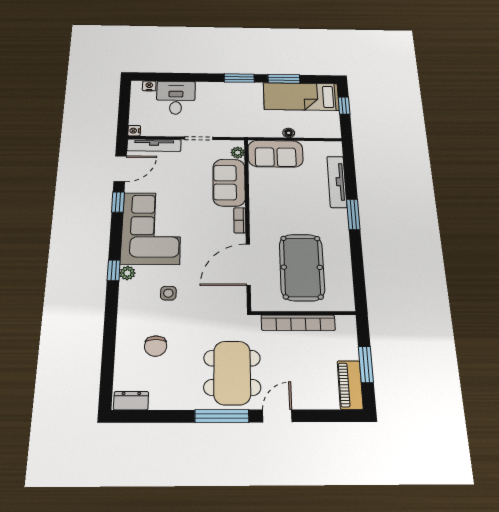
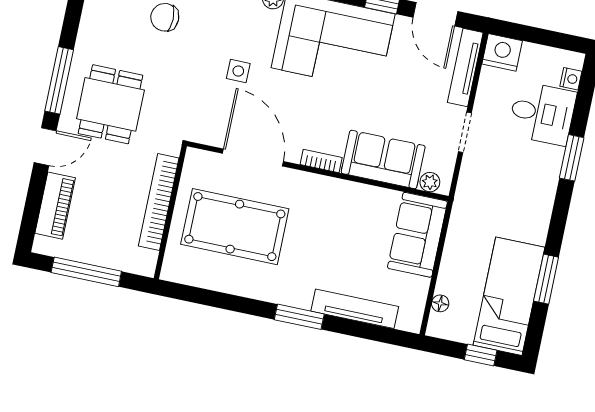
window: (239, 78) -> (572, 158), moved
nightstand: (134, 131) -> (502, 52), width x1.89, depth x1.79
floor lamp: (289, 133) -> (440, 303), moved
side table: (168, 293) -> (238, 71), moved
window: (366, 364) -> (86, 272), width x1.44
dining table: (232, 373) -> (110, 104), width x0.73
piano: (350, 385) -> (55, 206), moved, turned 90
door: (277, 416) -> (45, 147), hinge flipped

